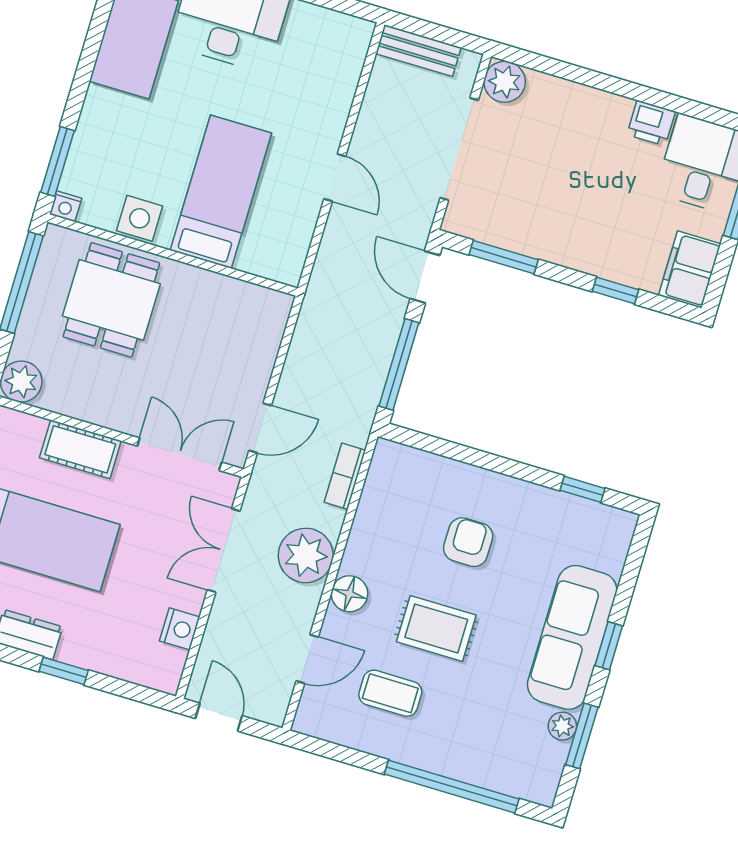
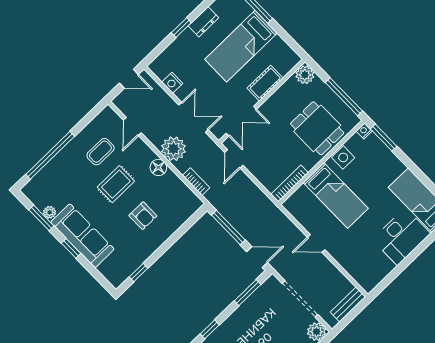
bookcase: (248, 294) -> (290, 183), added
floor lamp: (349, 594) -> (158, 167), moved

